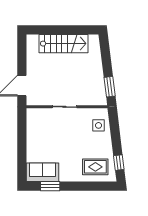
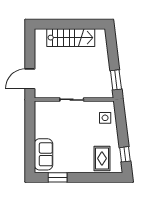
rug: (95, 167) -> (102, 158), turned 90
sofa: (42, 172) -> (43, 154), moved, turned 90

